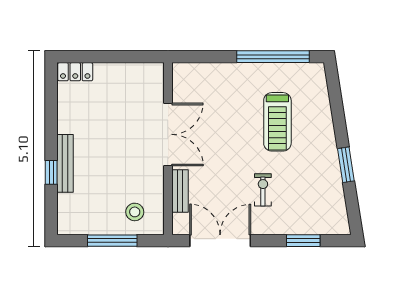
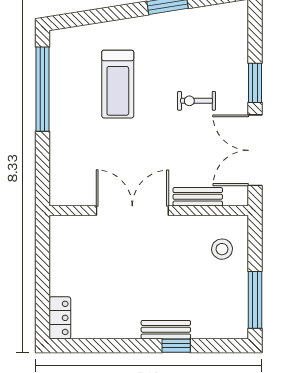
treadmill: (277, 122) -> (118, 84), turned 90
bench: (65, 163) -> (166, 330), width x0.73
window: (112, 241) -> (255, 300), moved
window: (303, 241) -> (255, 83), moved

